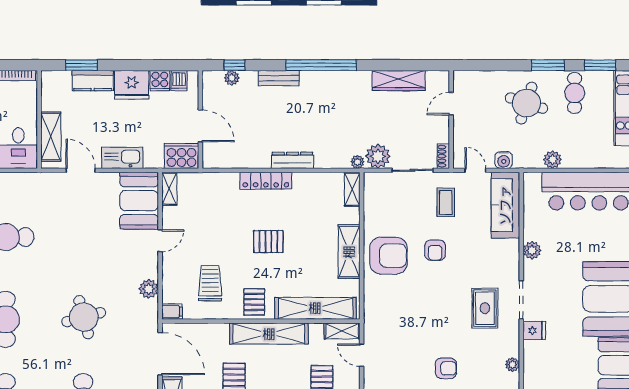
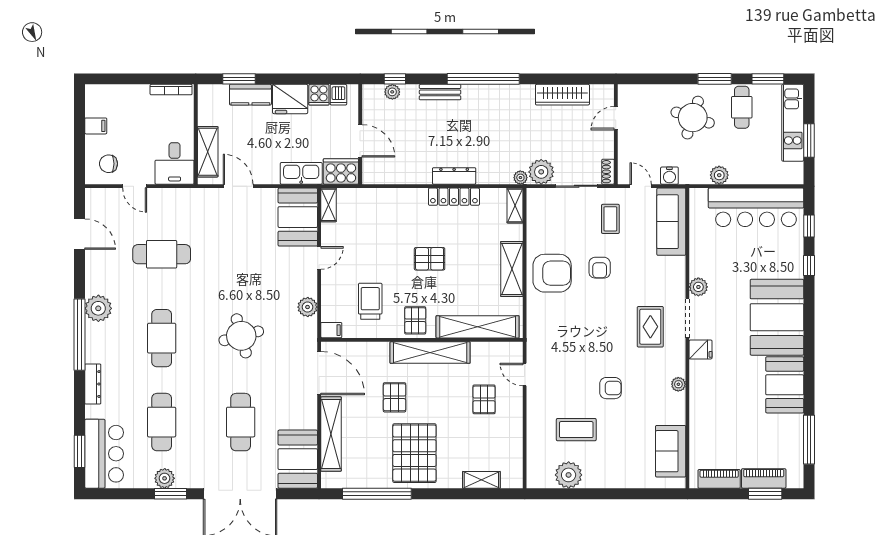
kitchen sink: (122, 158) -> (301, 173), moved
locker: (266, 181) -> (454, 197), moved
plant: (532, 250) -> (698, 287), moved
shelving: (342, 331) -> (505, 350), removed

